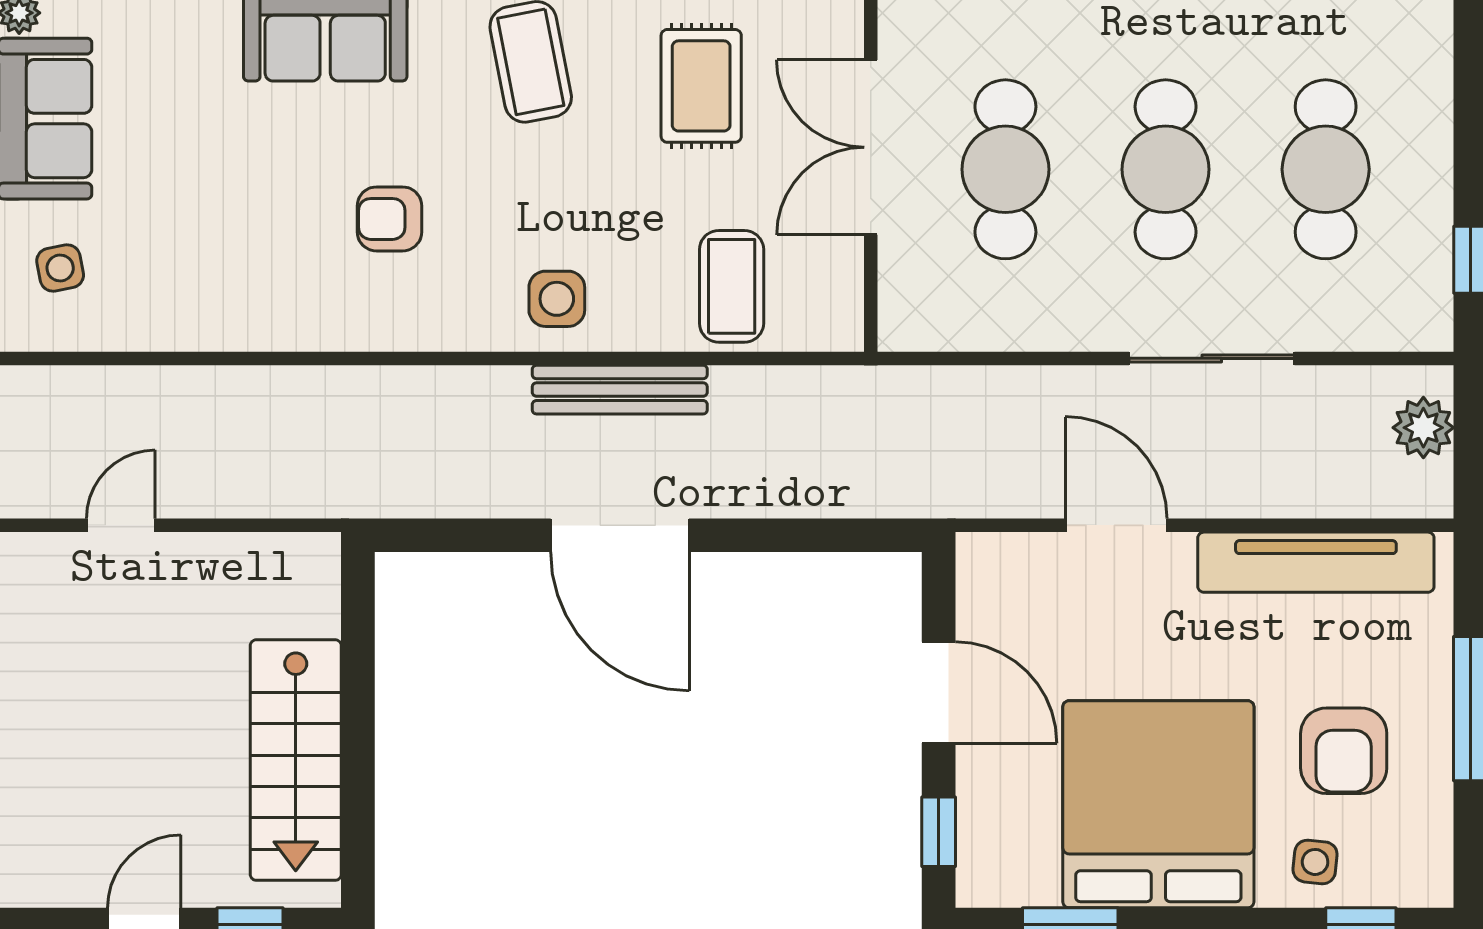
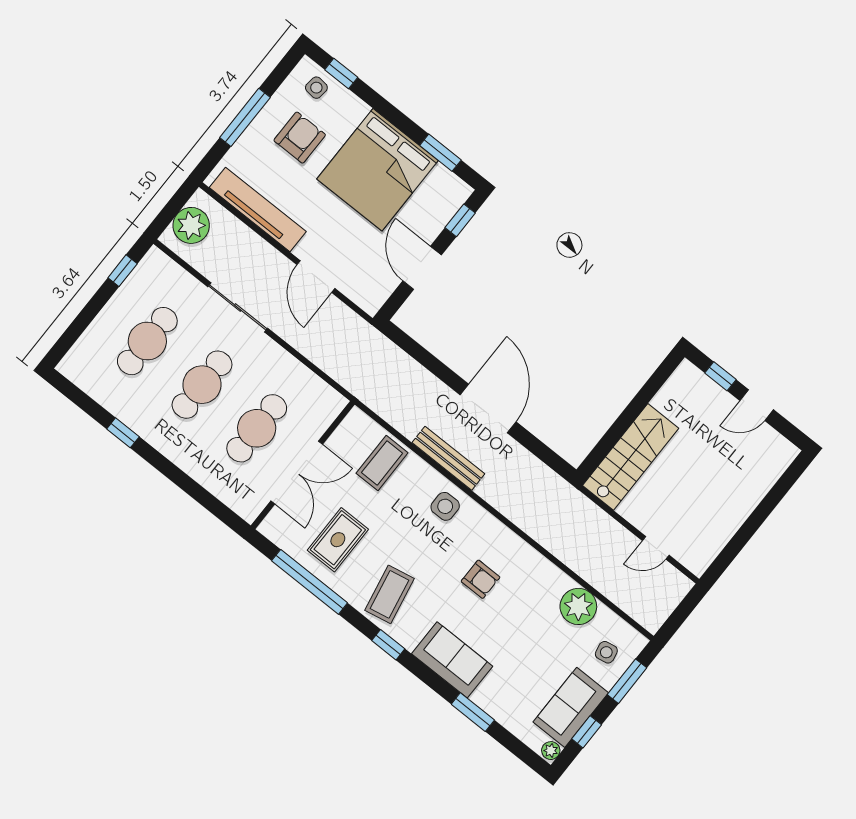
plant: (176, 310) -> (578, 606), added
plant: (1423, 428) -> (191, 225), width x1.36, depth x1.36
stairs: (296, 760) -> (631, 457), moved
side table: (1315, 862) -> (316, 88), moved

